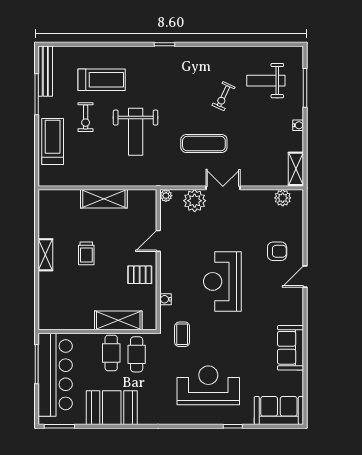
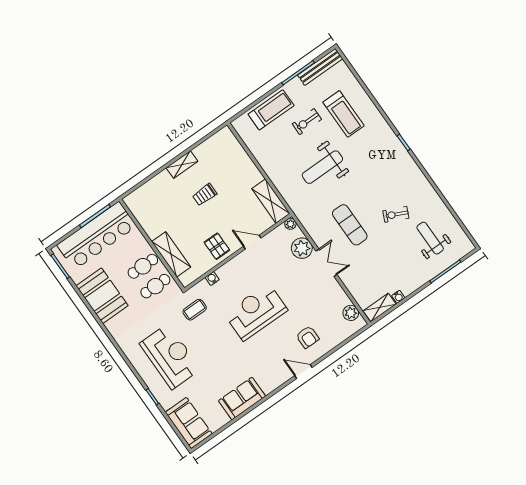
water cooler: (298, 125) -> (398, 297), moved
shelving: (104, 199) -> (271, 201), moved

